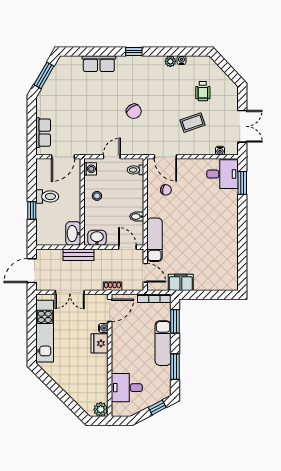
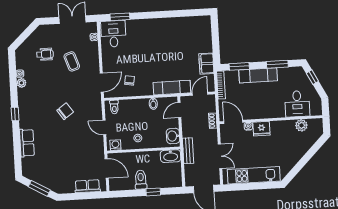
plant: (101, 409) -> (301, 125), moved

